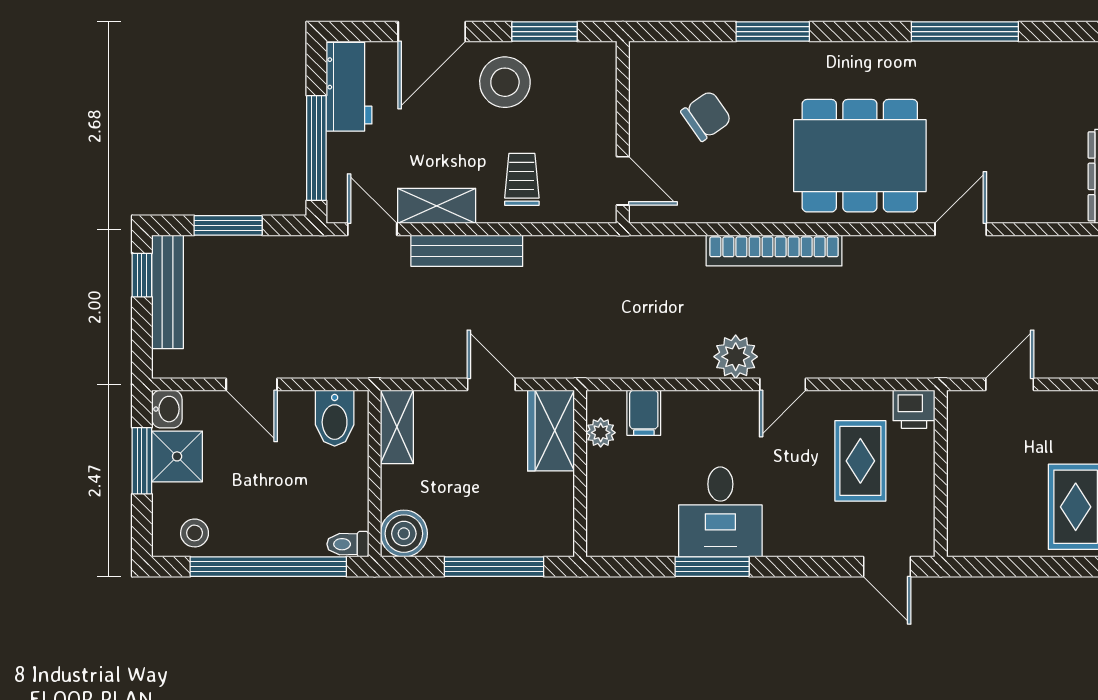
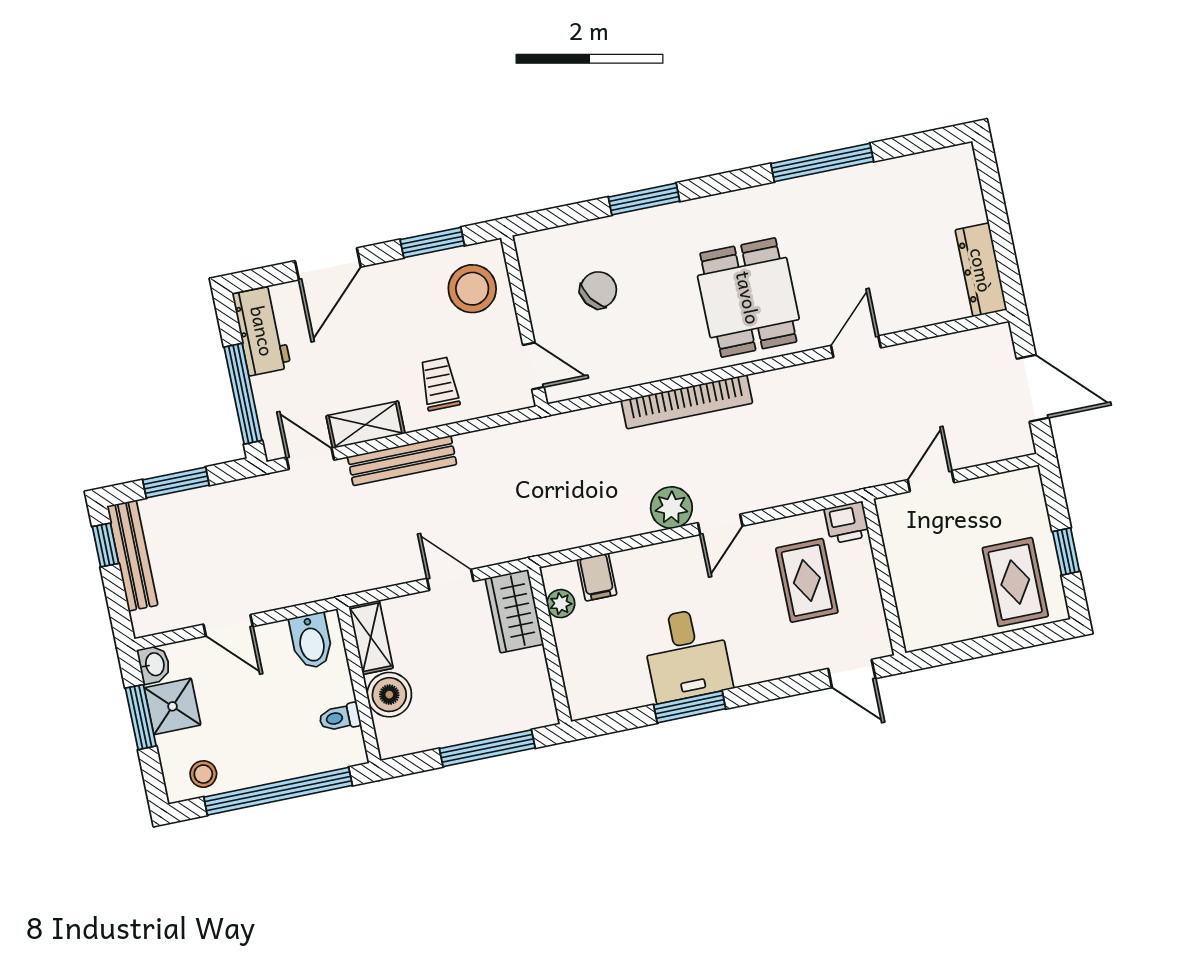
stool: (505, 82) -> (472, 289), moved
dining table: (860, 156) -> (748, 298), width x0.73
boiler: (404, 534) -> (389, 695), moved
toilet: (348, 544) -> (340, 717), moved

